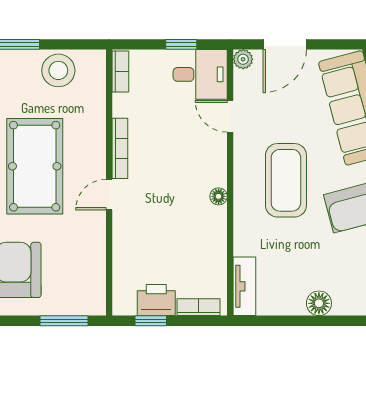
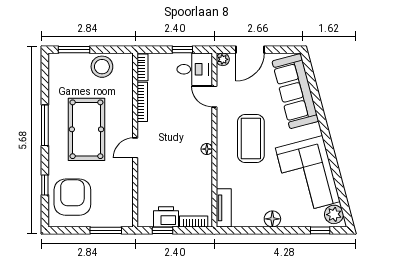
bookcase: (120, 148) -> (142, 102), moved

